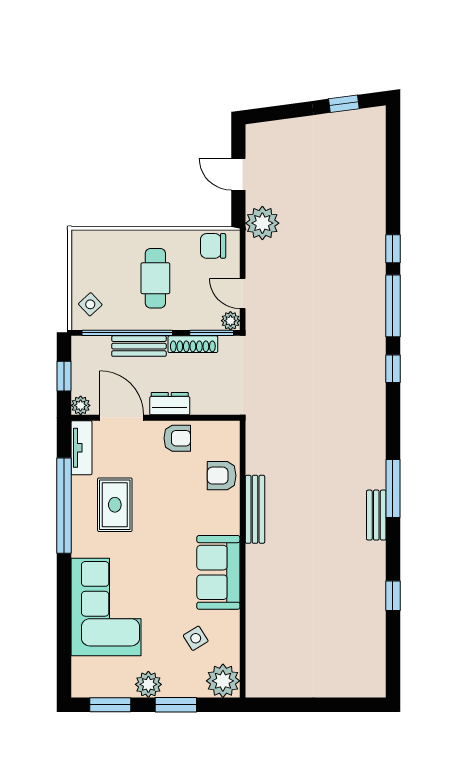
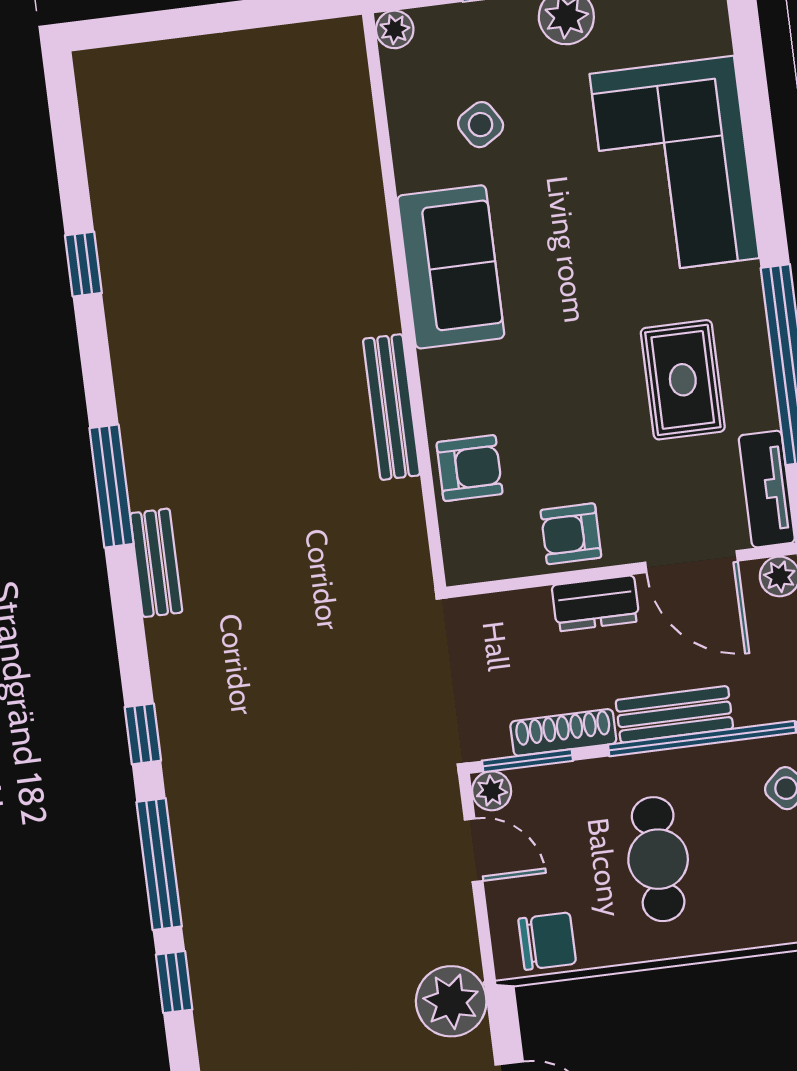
bench: (376, 515) -> (156, 563), moved
plant: (223, 681) -> (395, 29), width x0.53, depth x0.53

